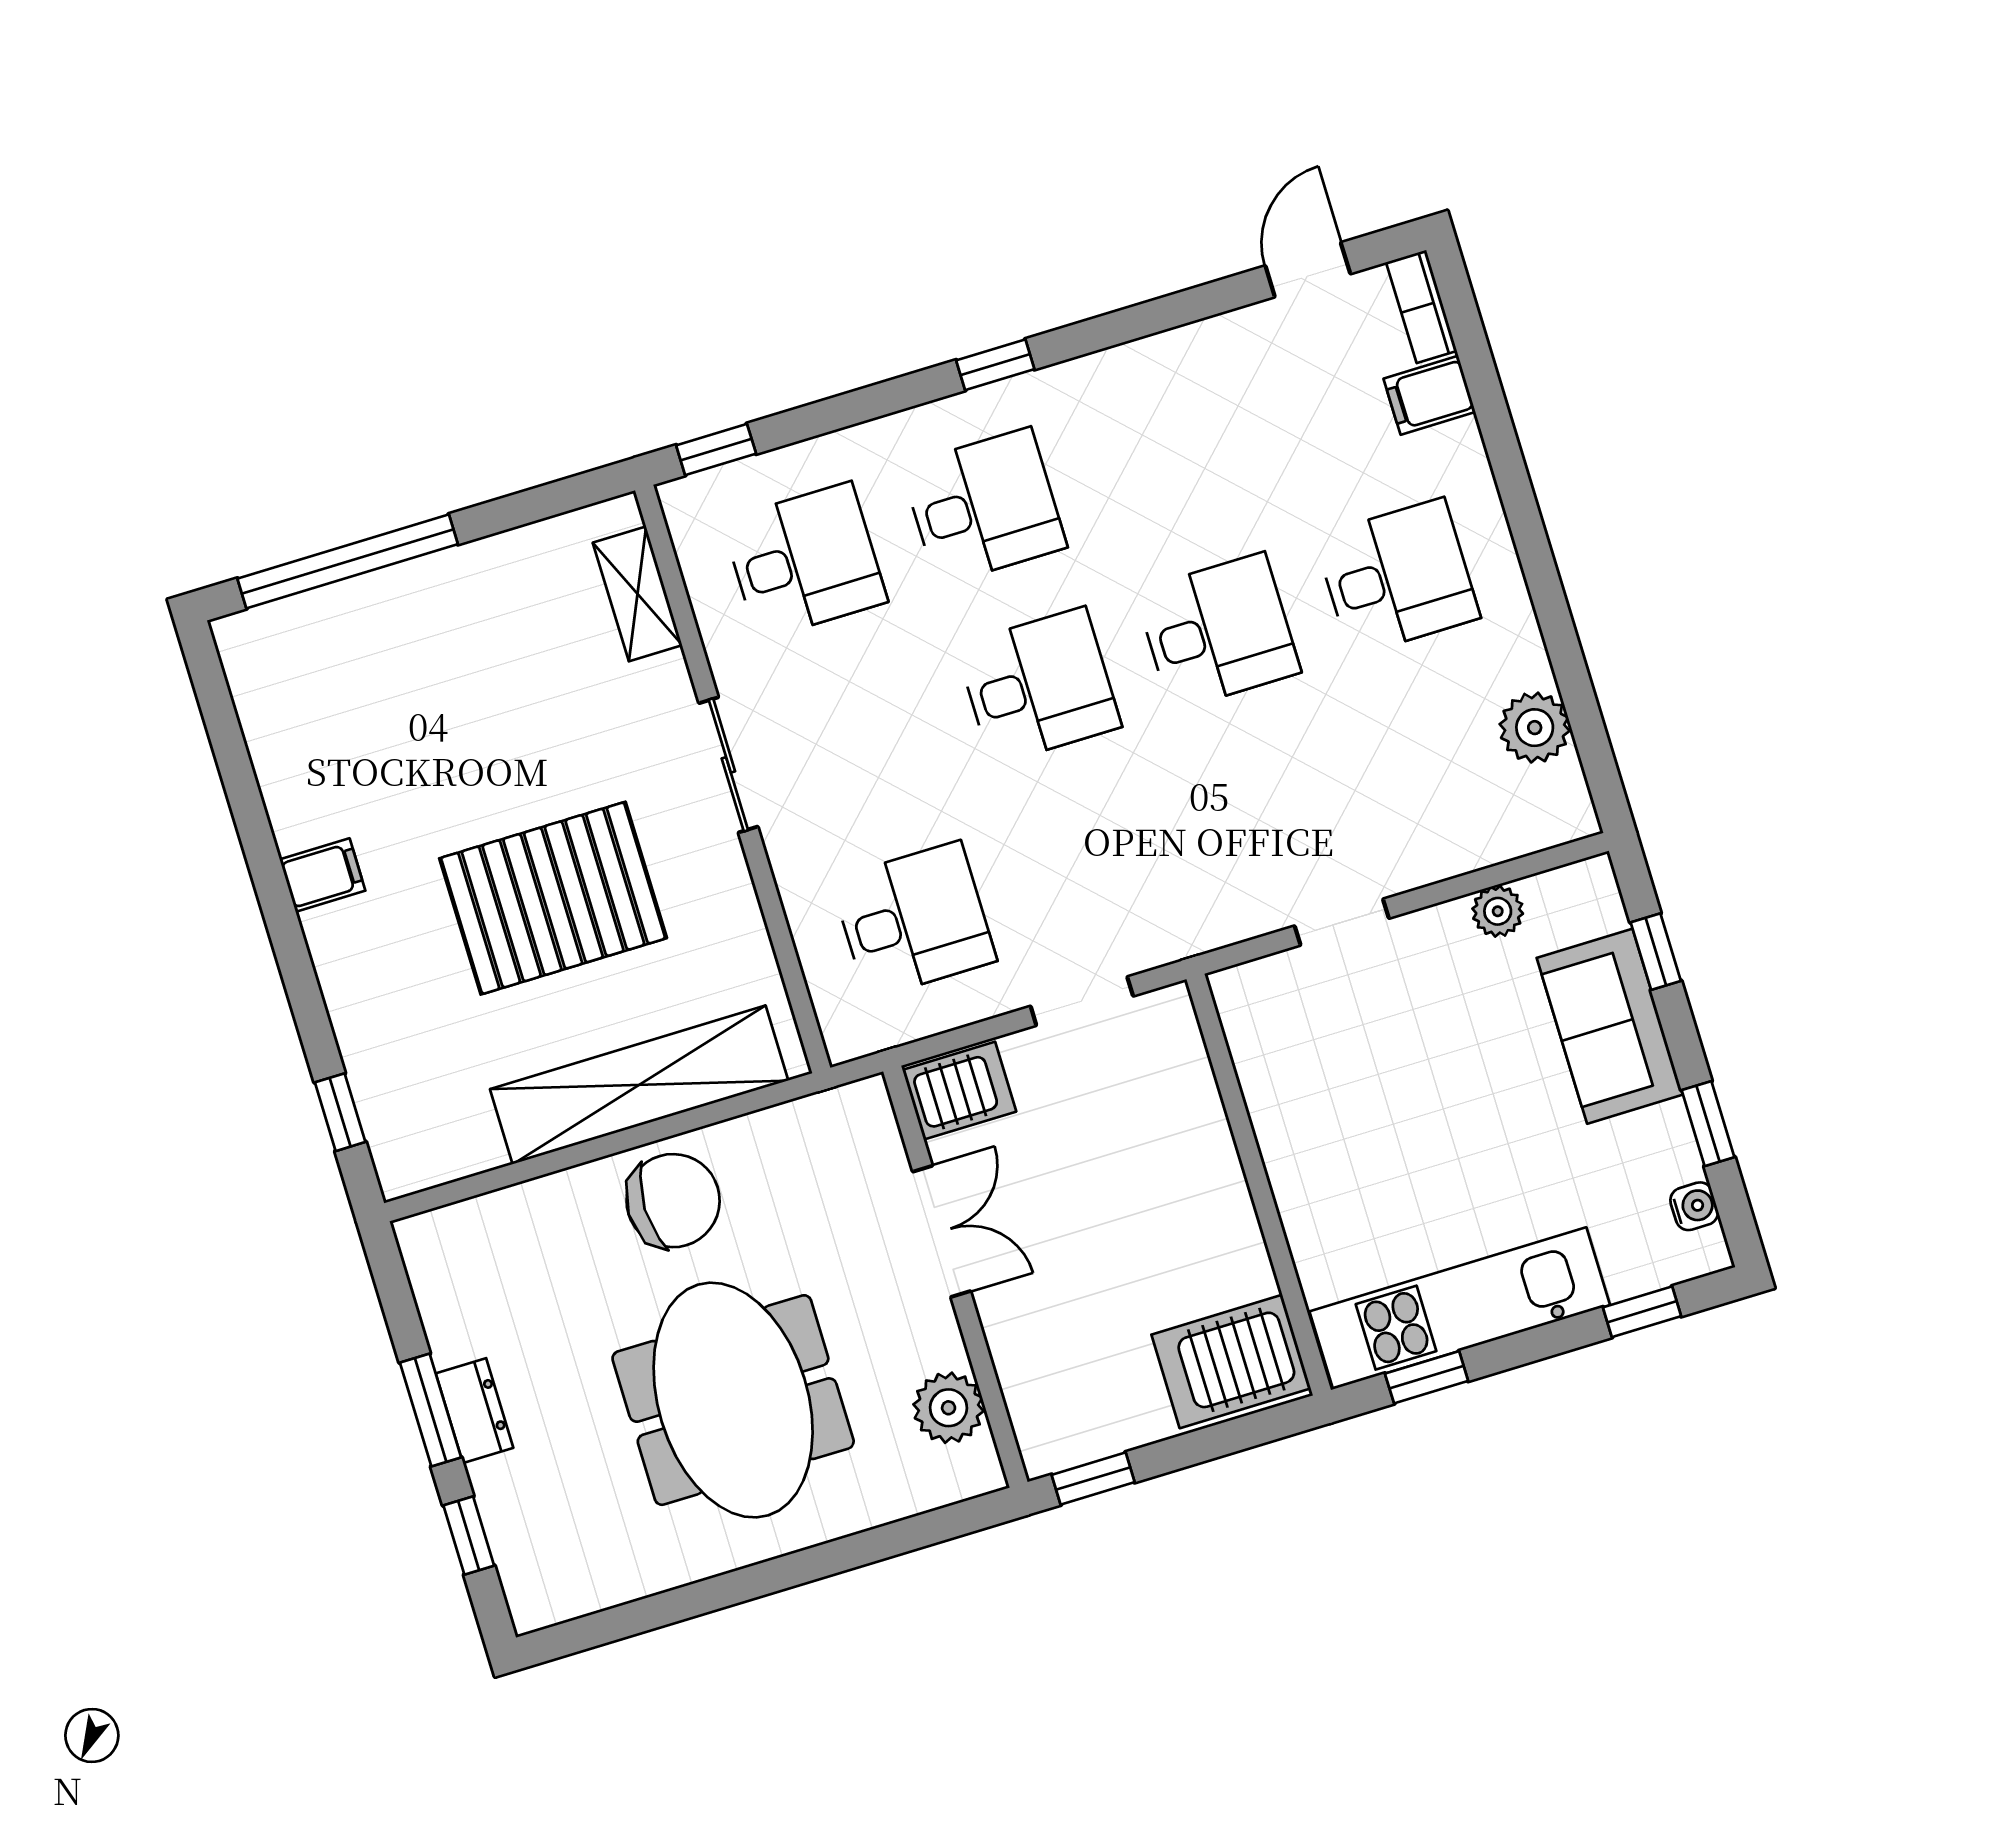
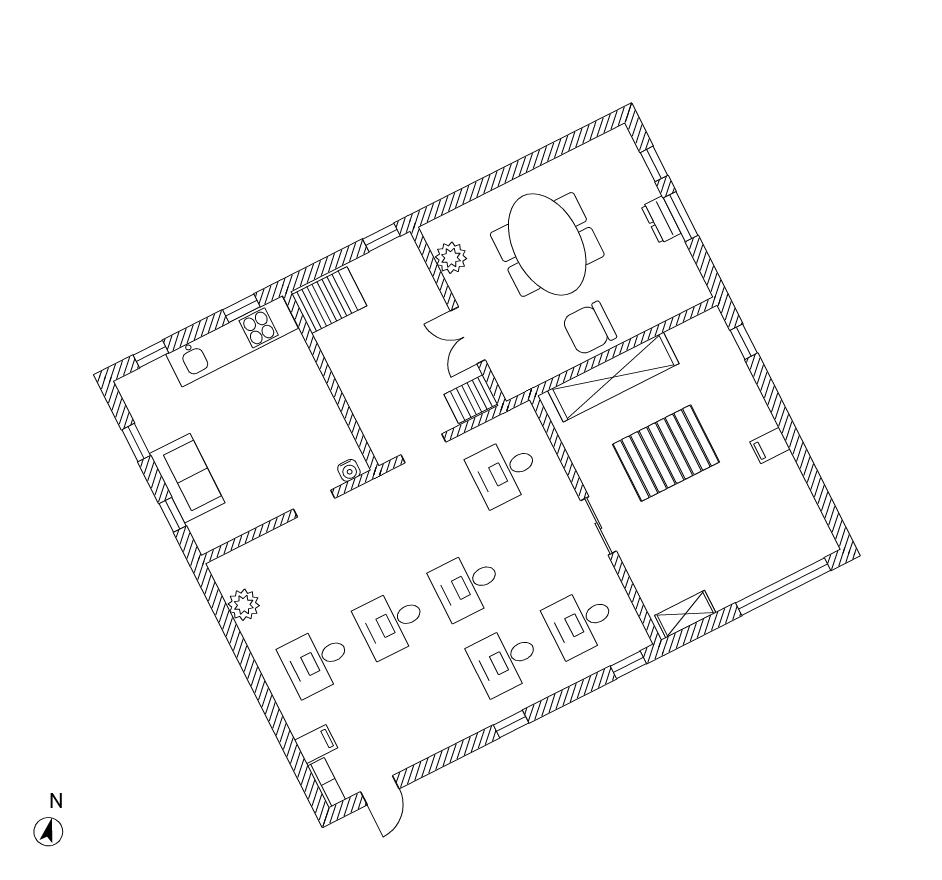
shelving: (637, 594) -> (685, 614), moved, turned 90
plant: (1498, 911) -> (246, 520), removed
water cooler: (1694, 1206) -> (349, 470), moved, turned -90

